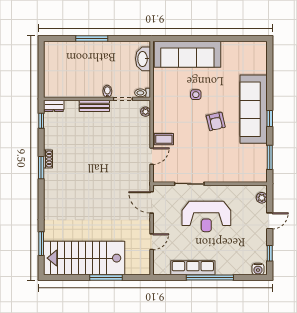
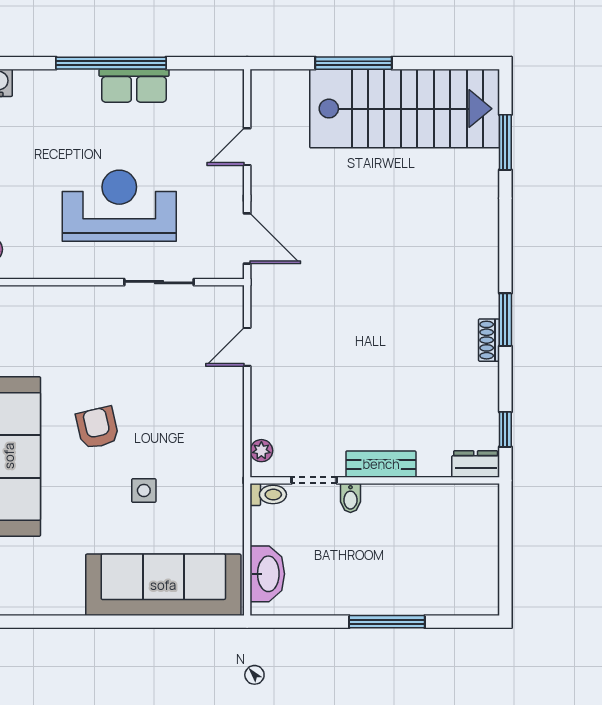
coffee table: (164, 139) -> (219, 386), removed
row of seats: (193, 268) -> (134, 86), width x0.68

